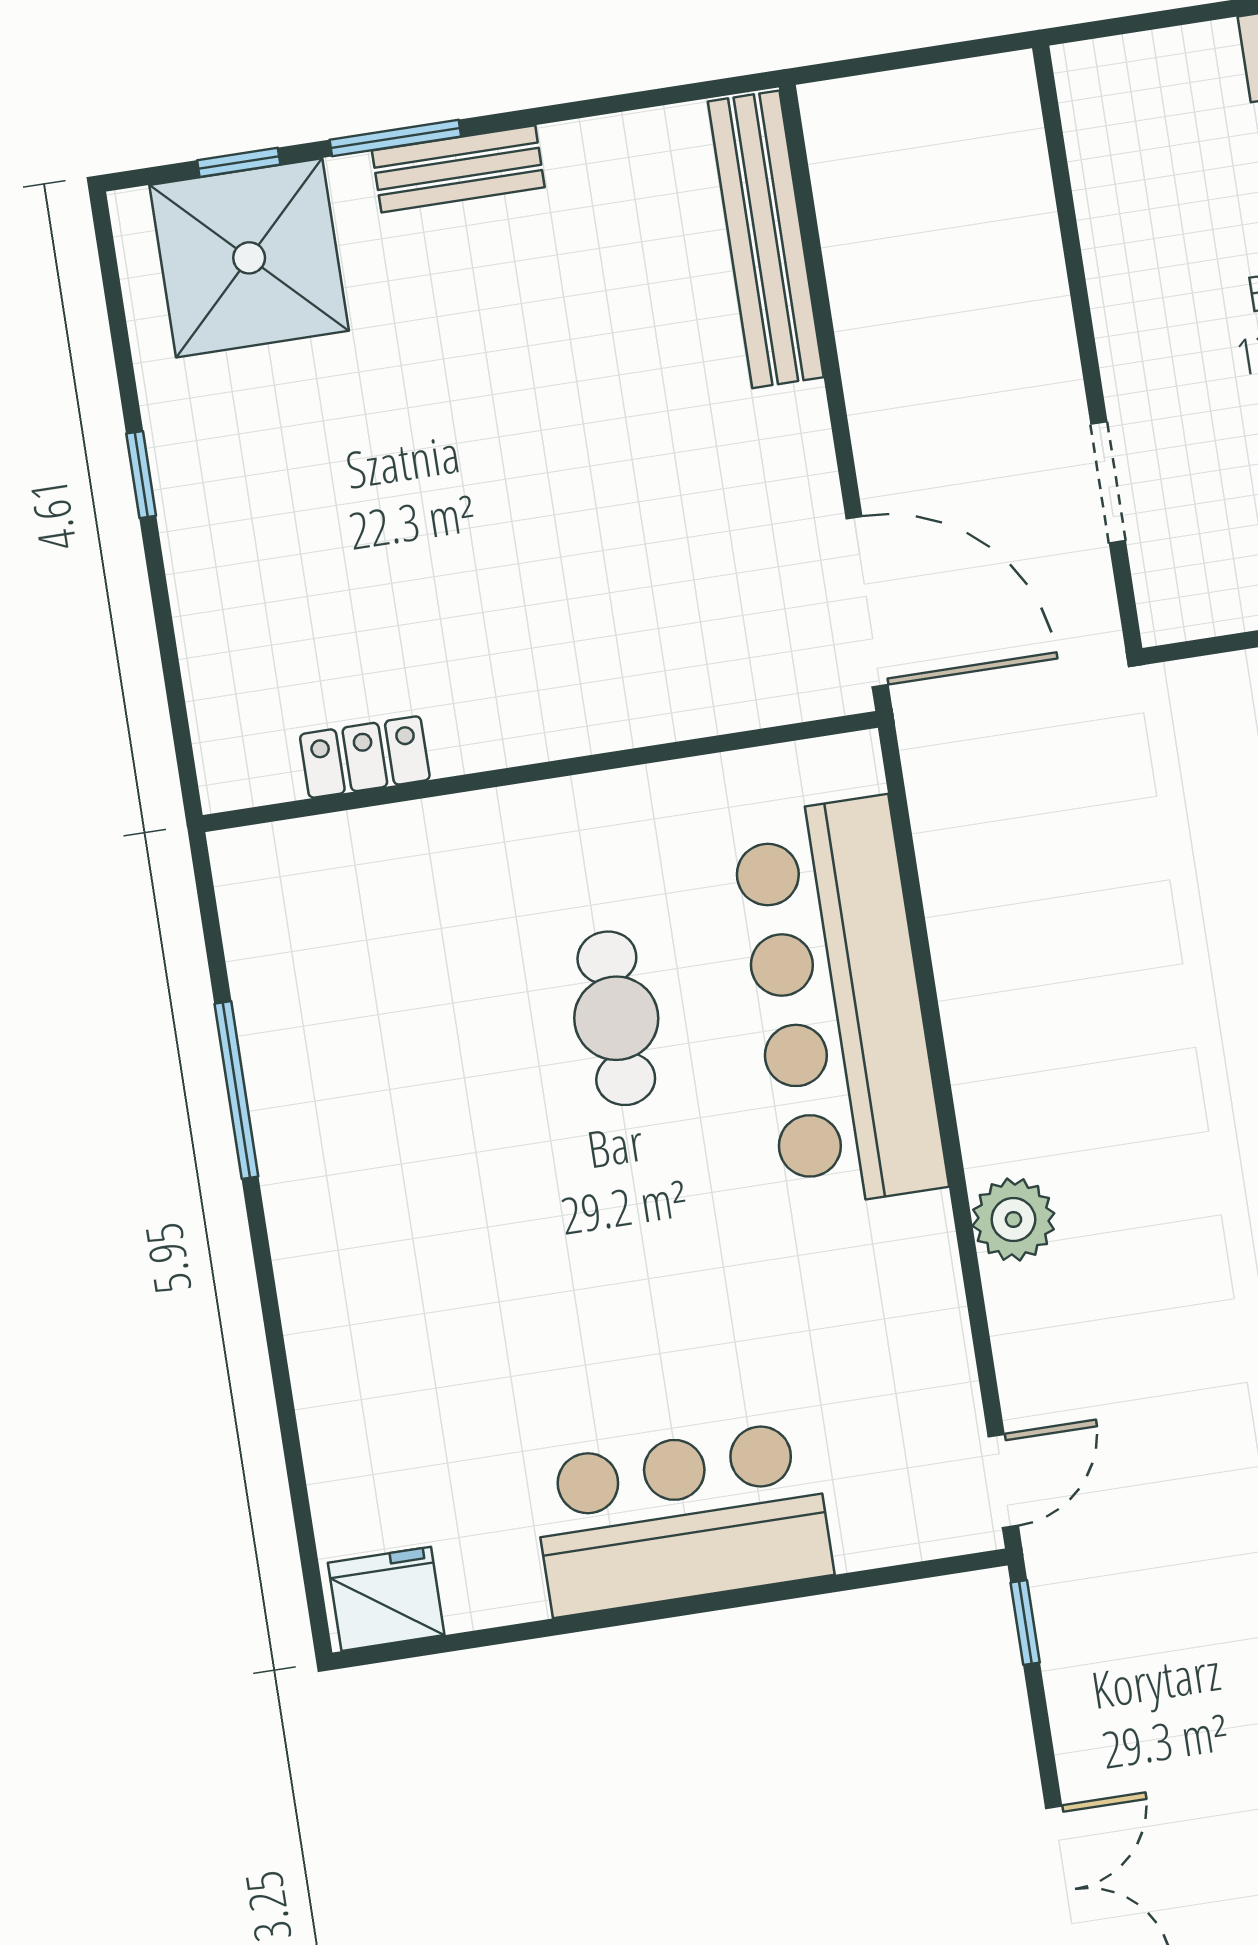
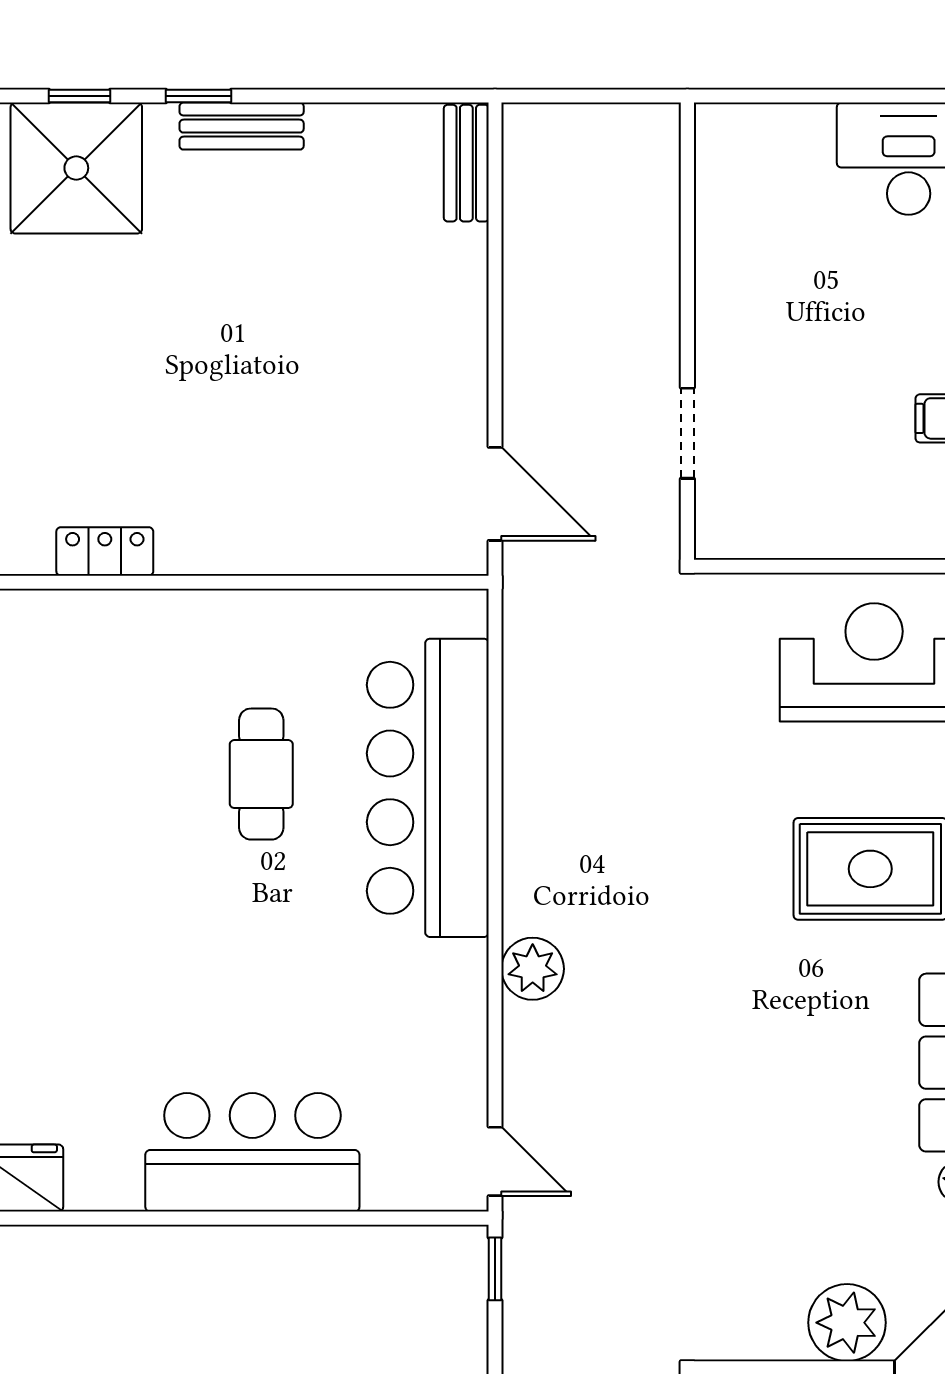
window: (395, 138) -> (199, 96), width x0.67
bench: (766, 239) -> (466, 163), width x0.54, depth x0.82
door: (867, 602) -> (495, 494), width x0.73
door: (1003, 1481) -> (495, 1161), hinge flipped

